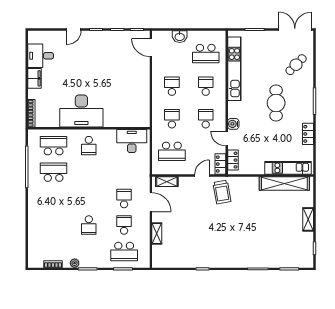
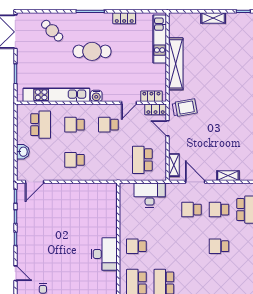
door: (74, 29) -> (15, 273), moved
desk: (81, 111) -> (104, 254), width x0.73, depth x0.77
school desk: (172, 119) -> (108, 160), removed
water cooler: (233, 124) -> (96, 96), moved
desk: (132, 141) -> (150, 195), moved, turned 90
school desk: (89, 146) -> (136, 246), turned 180
school desk: (172, 151) -> (142, 160), turned 180
shelving: (284, 183) -> (176, 64), moved
door: (151, 202) -> (195, 182), hinge flipped
school desk: (89, 225) -> (219, 246), turned 180

